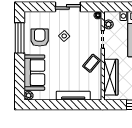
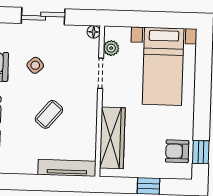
coffee table: (91, 63) -> (49, 114), moved
tv unit: (73, 96) -> (67, 168), moved

